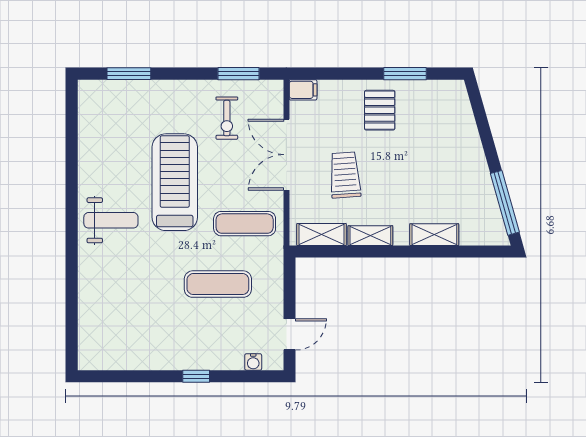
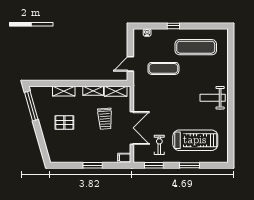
window: (129, 74) -> (189, 165), moved
window: (405, 74) -> (93, 165), moved
pallet: (380, 110) -> (64, 122), moved, turned 90
treadmill: (175, 182) -> (195, 140), moved, turned -90
exercise mat: (245, 224) -> (196, 47), moved, width x1.36, depth x1.45
door: (289, 334) -> (130, 64), moved

